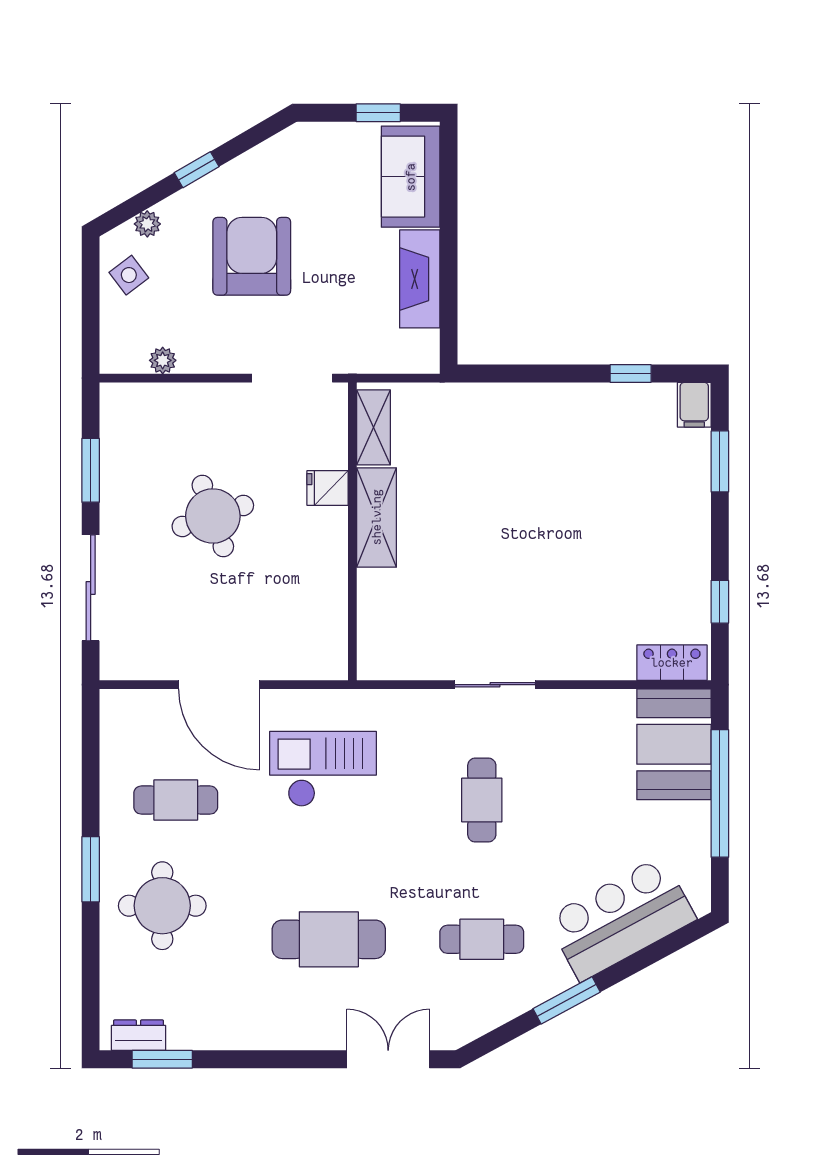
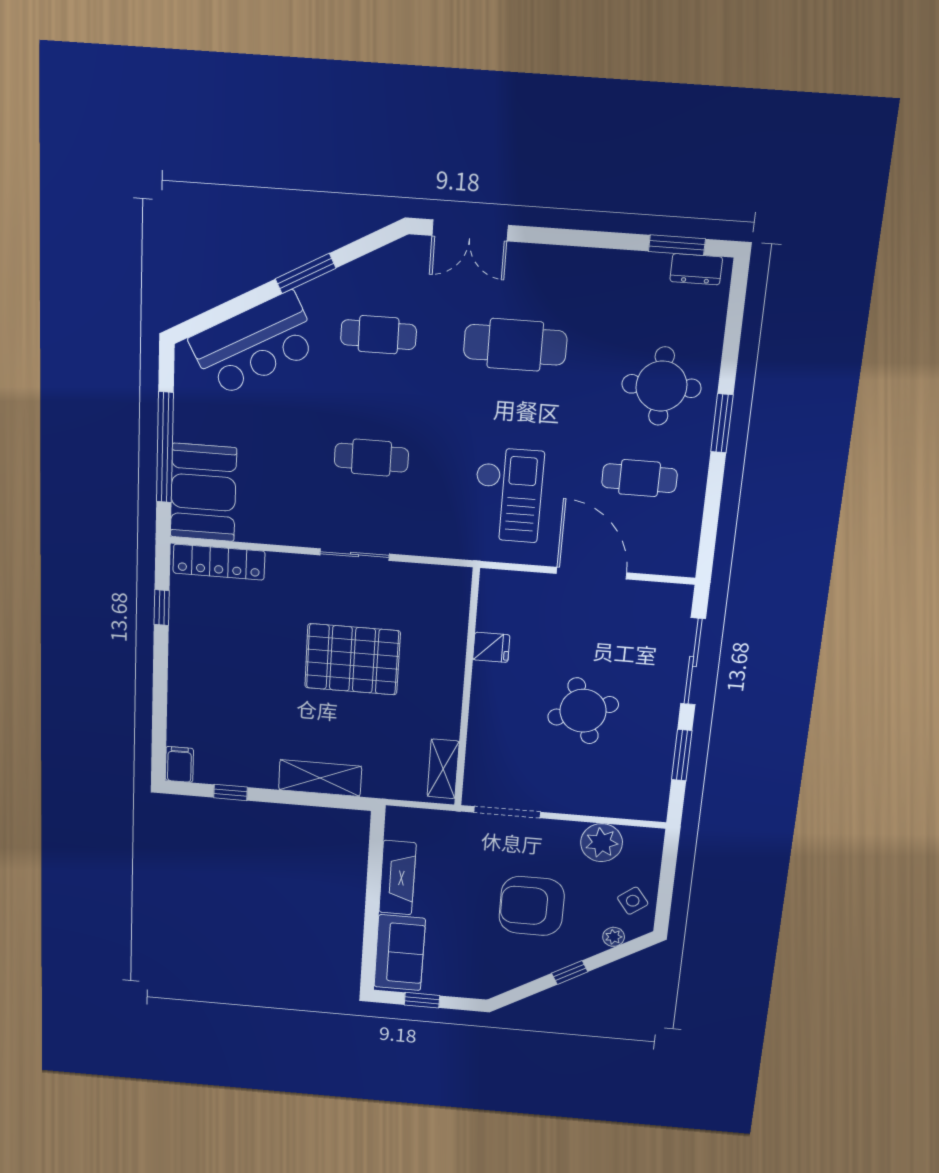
armchair: (252, 256) -> (532, 906), turned 90
plant: (163, 360) -> (602, 843), width x1.87, depth x1.87
window: (720, 461) -> (159, 719), removed
fridge: (328, 488) -> (491, 647), moved
shelving: (377, 517) -> (320, 778), moved, turned 90
pallet: (491, 557) -> (352, 659), added
locker: (672, 663) -> (219, 562), width x1.53
checkout: (323, 769) -> (508, 495), turned -90
cafe table: (482, 800) -> (371, 458), turned 90

